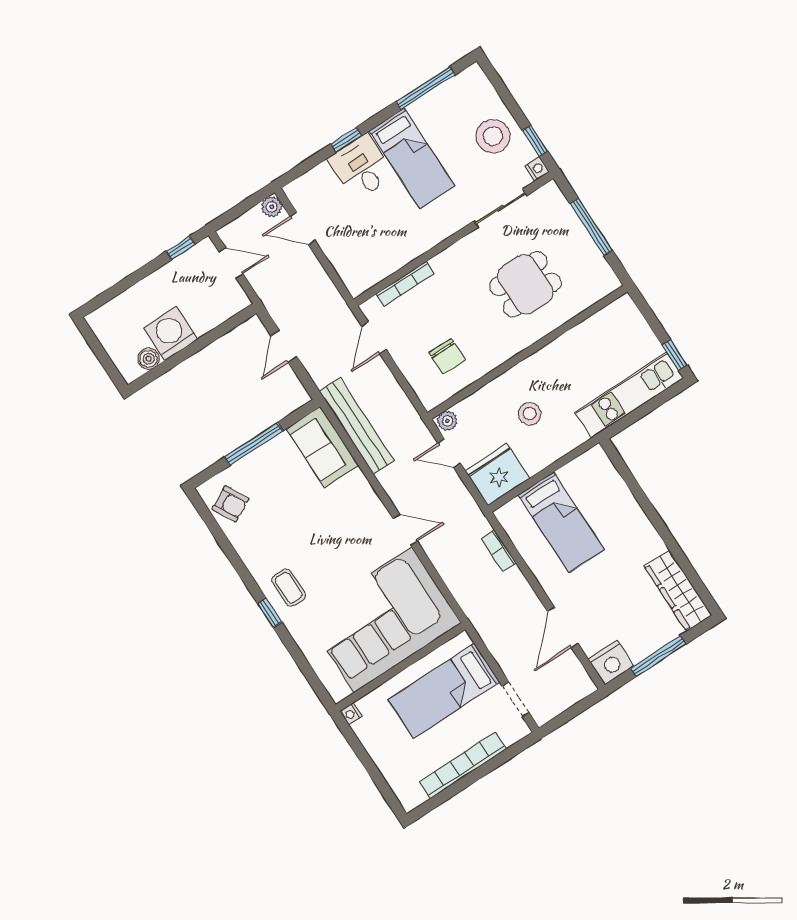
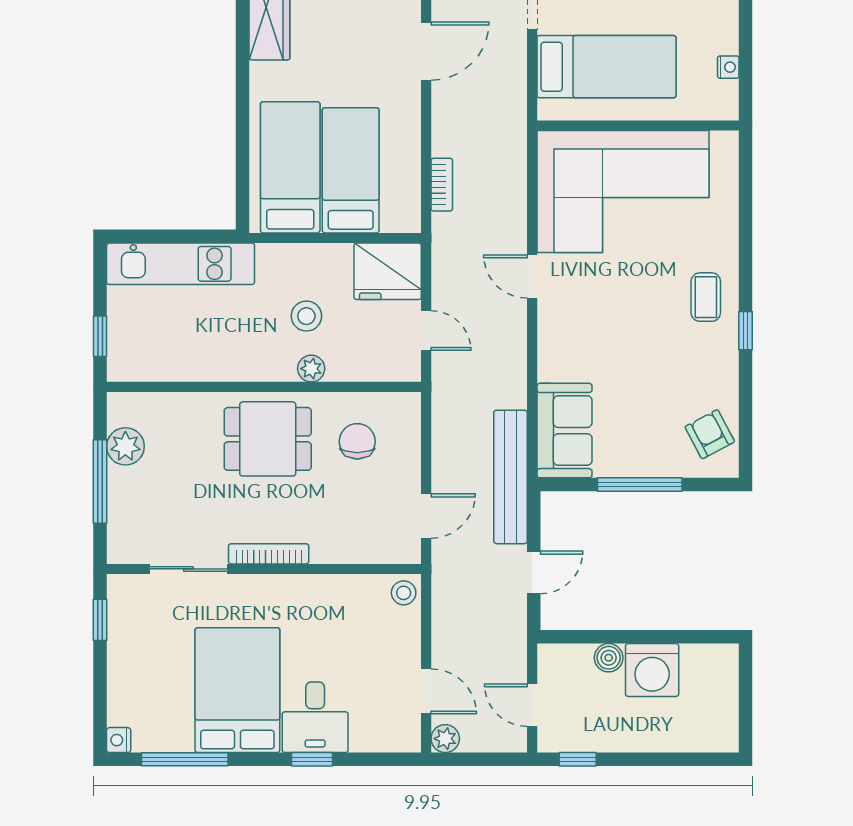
stool: (493, 136) -> (404, 593), moved, width x0.53, depth x0.53
bed: (412, 158) -> (237, 690), width x1.50
nightstand: (537, 169) -> (119, 740), moved
plant: (589, 259) -> (125, 446), added
bookcase: (405, 284) -> (269, 554), moved
dining table: (525, 284) -> (268, 439), moved
window: (675, 355) -> (100, 336), moved
boiler: (149, 359) -> (609, 658), moved
plant: (447, 421) -> (311, 369), moved
bench: (357, 426) -> (510, 477), moved
bed: (600, 500) -> (290, 167), added
window: (270, 613) -> (746, 331), moved
nightstand: (351, 714) -> (728, 67), moved

